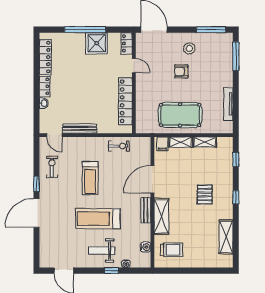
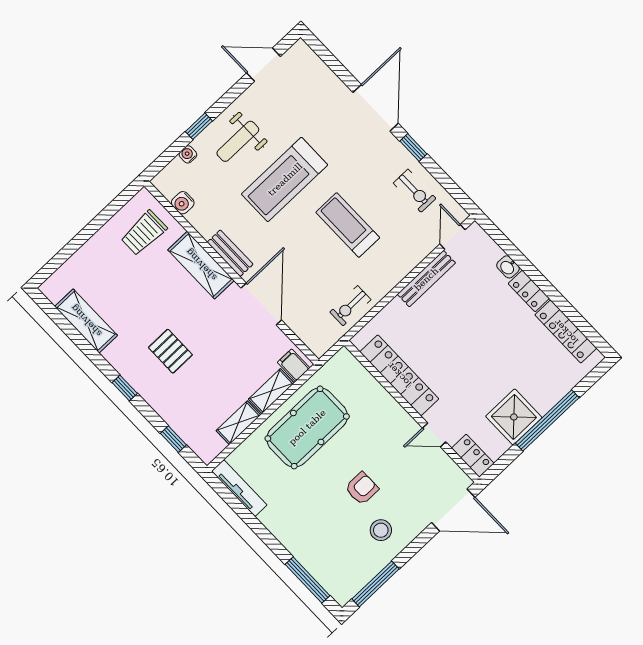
tv unit: (228, 104) -> (239, 488), moved
door: (54, 135) -> (452, 237), hinge flipped
treadmill: (98, 219) -> (285, 179), turned 180
weight bench: (102, 251) -> (238, 141), turned 180

